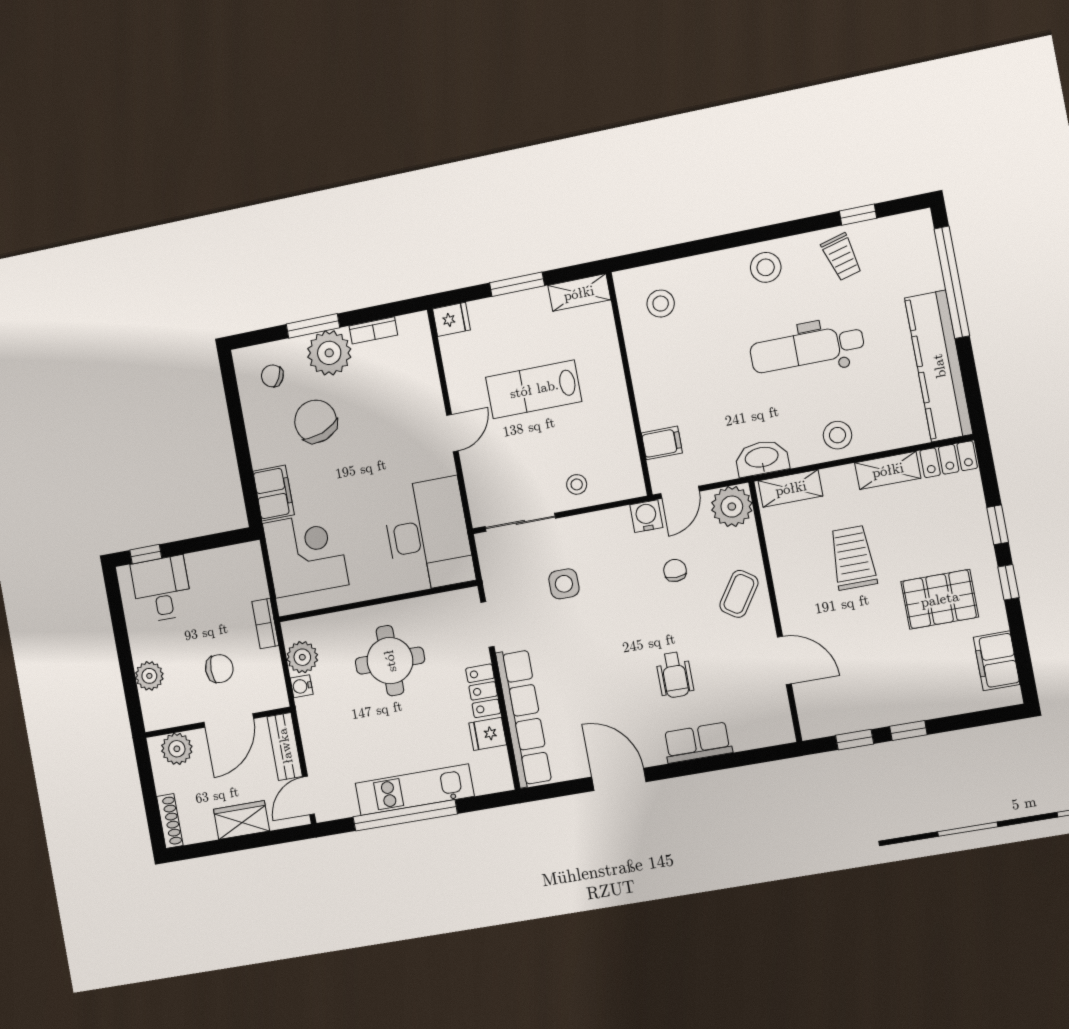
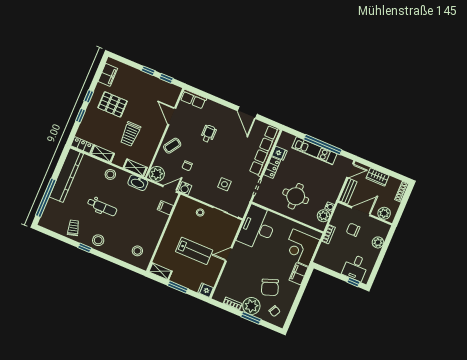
window: (858, 215) -> (85, 248), moved
dental chair: (807, 349) -> (102, 207), width x0.73, depth x0.72
row of seats: (698, 743) -> (193, 99), moved

